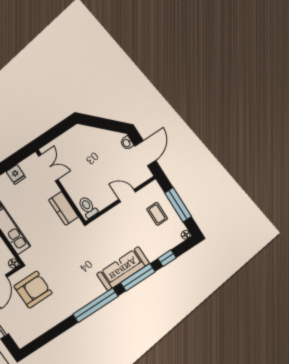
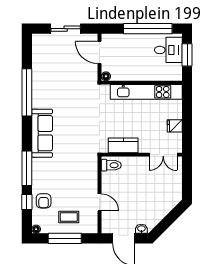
door: (127, 196) -> (100, 202), hinge flipped
sofa: (123, 269) -> (42, 133), moved
armchair: (33, 290) -> (44, 201), moved, width x0.53, depth x0.53
window: (95, 305) -> (27, 92), moved

